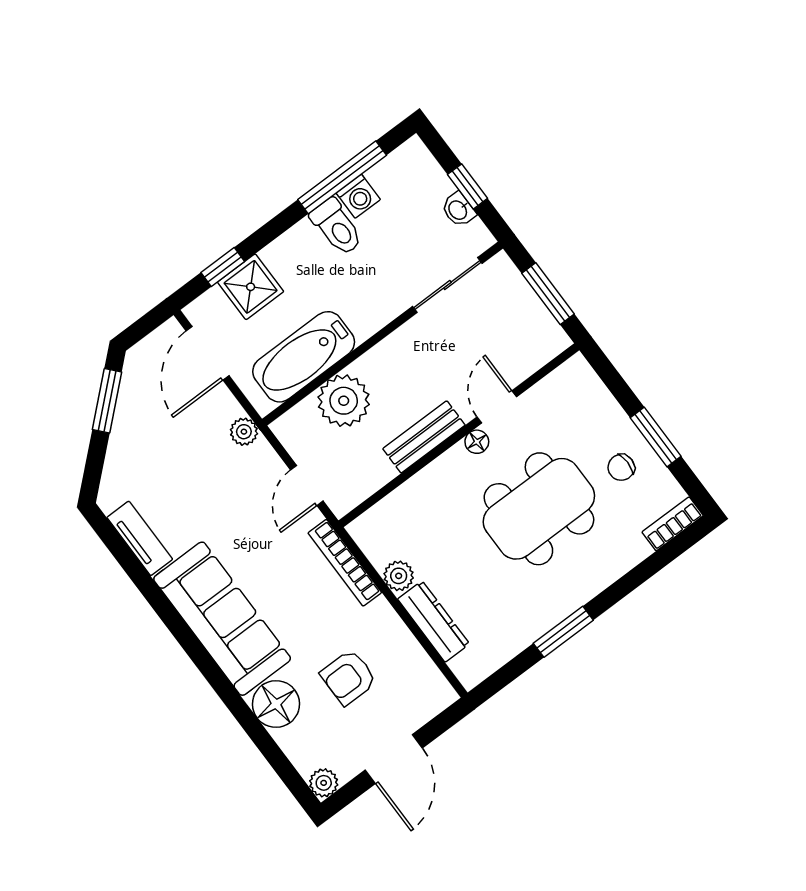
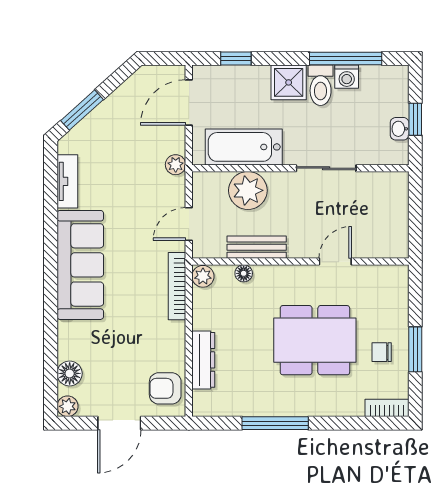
sliding door: (447, 285) -> (326, 168), moved
shower: (251, 287) -> (289, 82), moved
window: (548, 294) -> (415, 218), removed
window: (107, 401) -> (82, 110), moved
bench: (424, 437) -> (257, 247), moved
floor lamp: (477, 442) -> (244, 273), moved
plant: (399, 576) -> (203, 276), moved
window: (563, 632) -> (275, 423), width x1.44
armchair: (348, 677) -> (165, 388), moved
floor lamp: (276, 704) -> (70, 373), moved, width x0.73, depth x0.73

